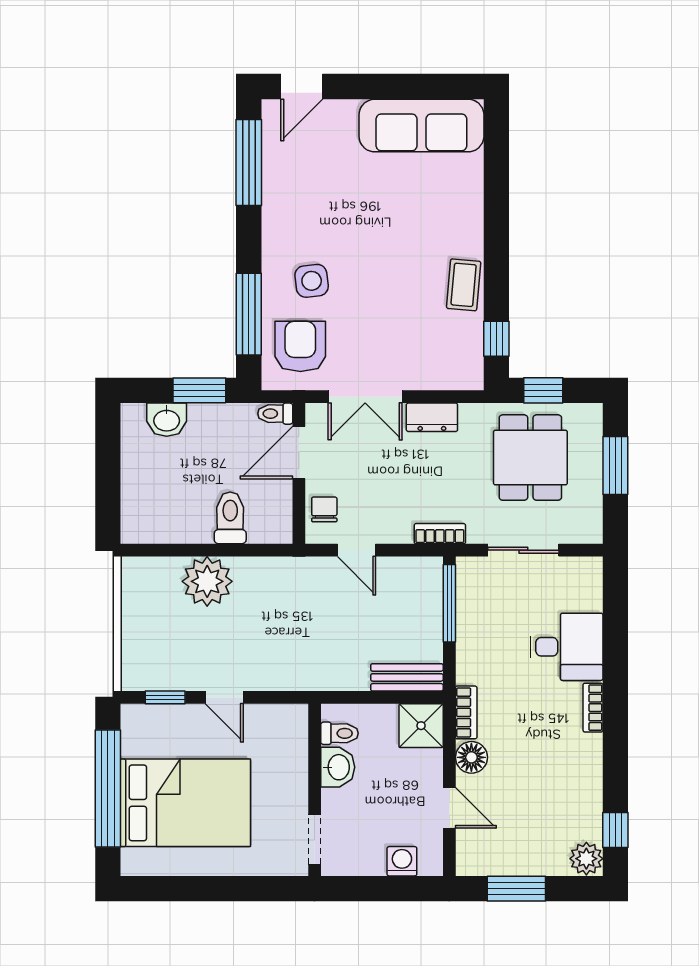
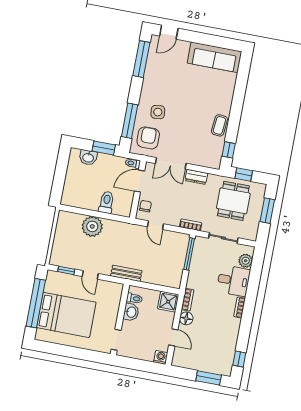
bench: (407, 677) -> (126, 273), moved
plant: (586, 859) -> (246, 261), moved
washing machine: (402, 861) -> (161, 357), moved
window: (516, 889) -> (209, 378), moved

